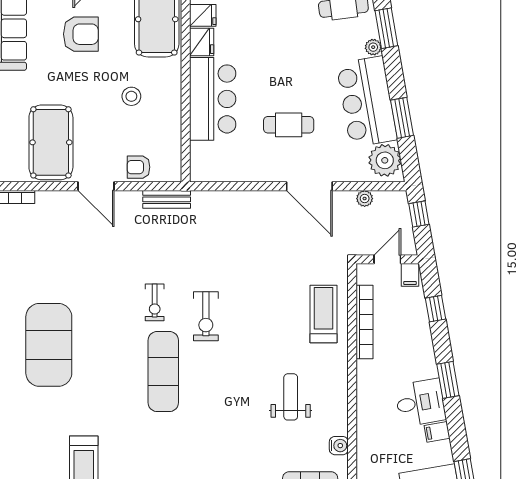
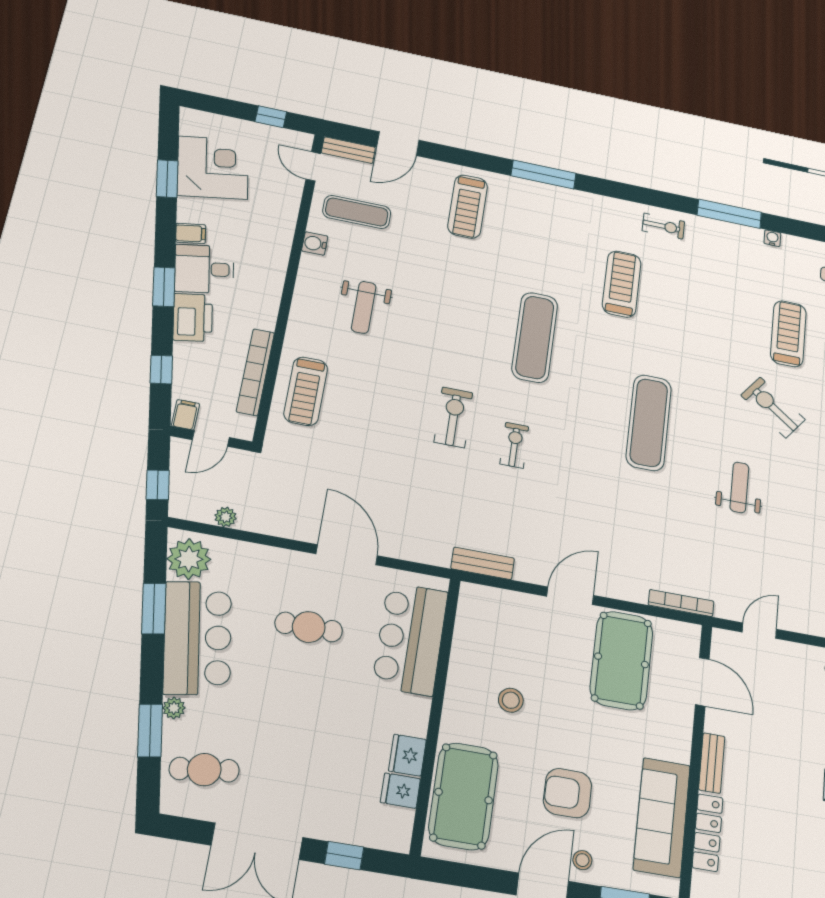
bar counter: (213, 99) -> (410, 639), moved
armchair: (138, 167) -> (513, 609), removed
door: (96, 186) -> (570, 596), hinge flipped
door: (309, 186) -> (347, 555), moved
exercise mat: (49, 345) -> (649, 423), width x0.68
printer: (421, 358) -> (193, 317), added
exercise mat: (163, 372) -> (535, 337), moved

